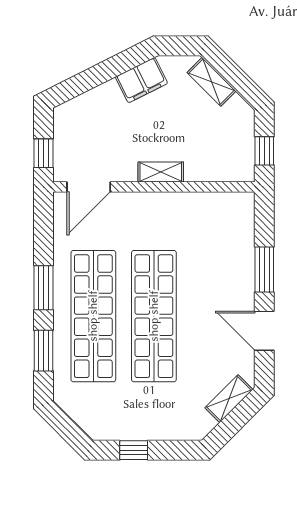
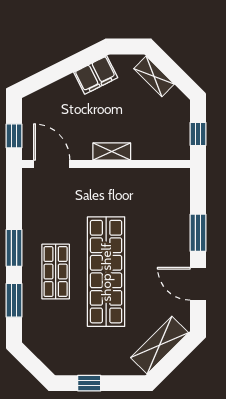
door: (89, 187) -> (52, 164), swing flipped
shop shelf: (93, 316) -> (56, 272), width x0.50, depth x0.74
shelving: (229, 399) -> (160, 345), width x1.50, depth x1.33

